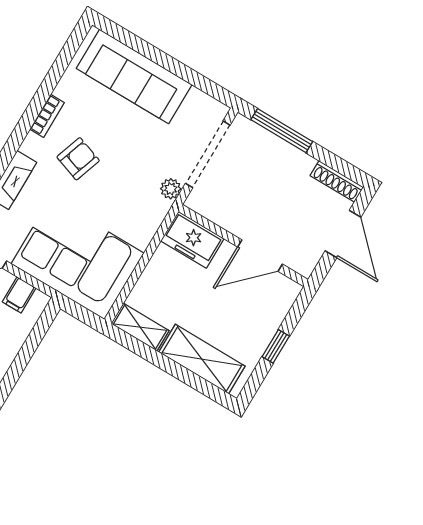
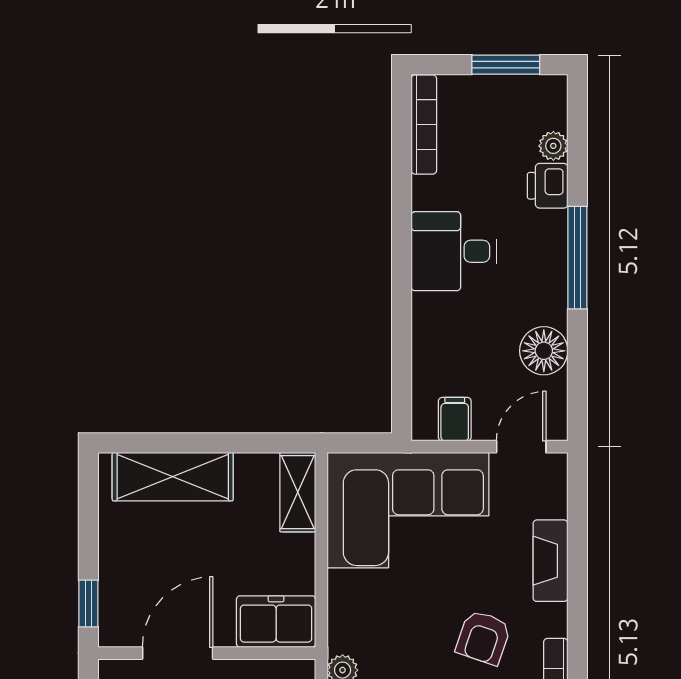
shelving: (140, 327) -> (298, 492), moved, turned 90
window: (276, 346) -> (88, 603), moved

